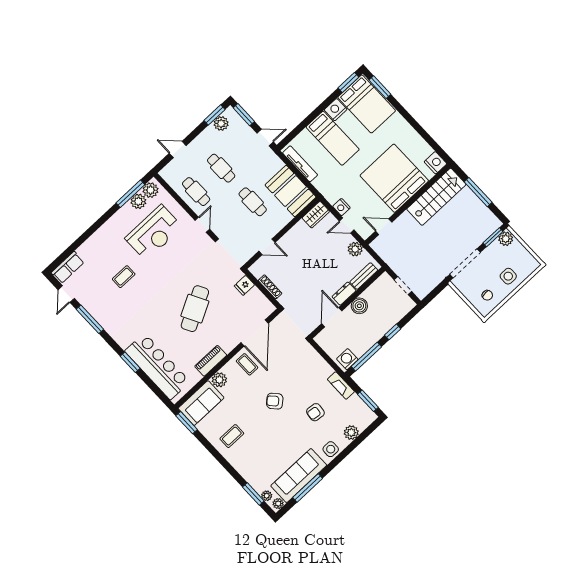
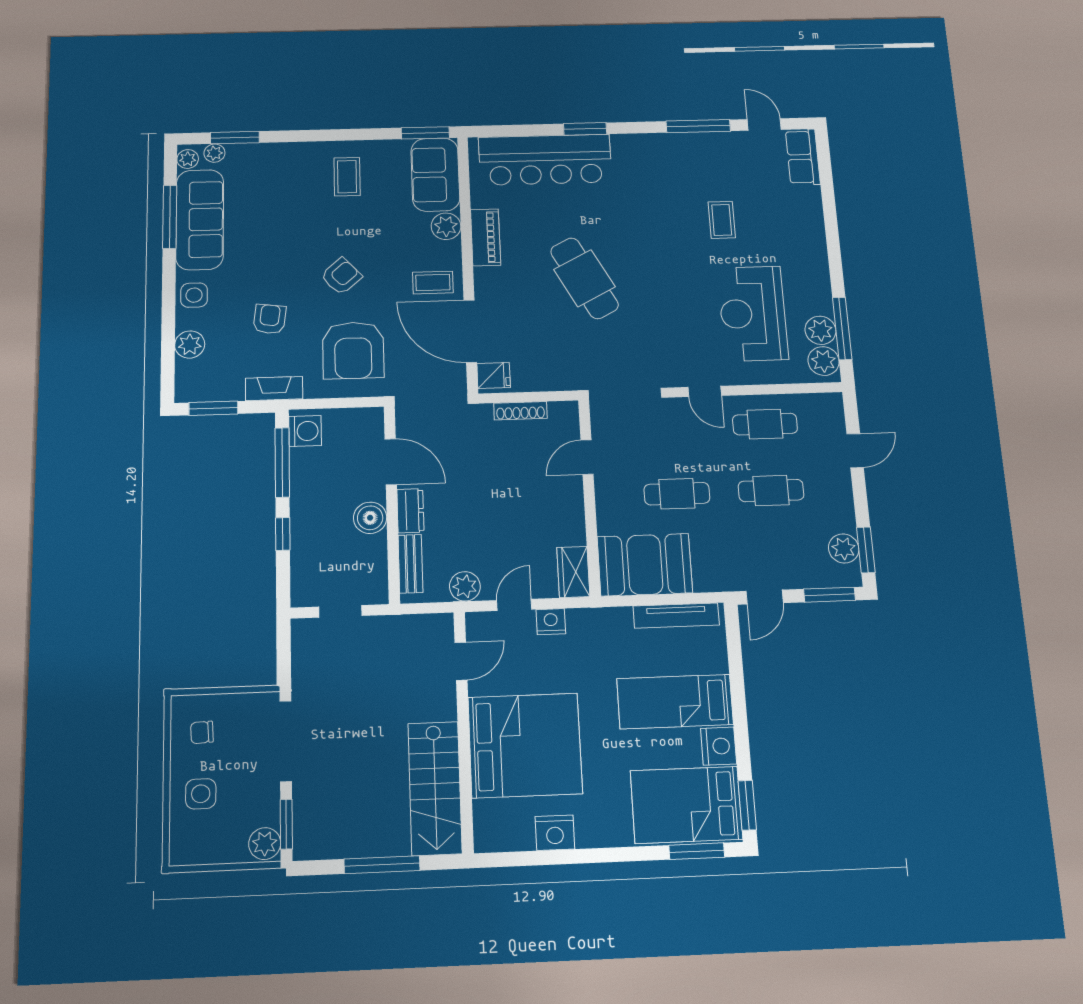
nightstand: (435, 163) -> (555, 833), moved
fridge: (244, 285) -> (494, 375), moved, turned 90
armchair: (300, 370) -> (353, 350), added

